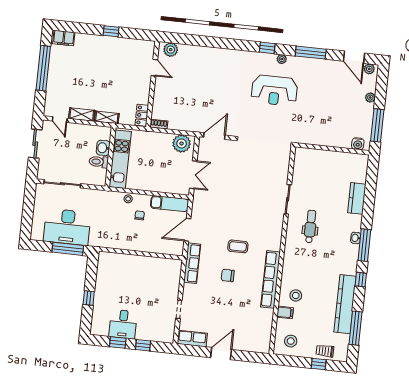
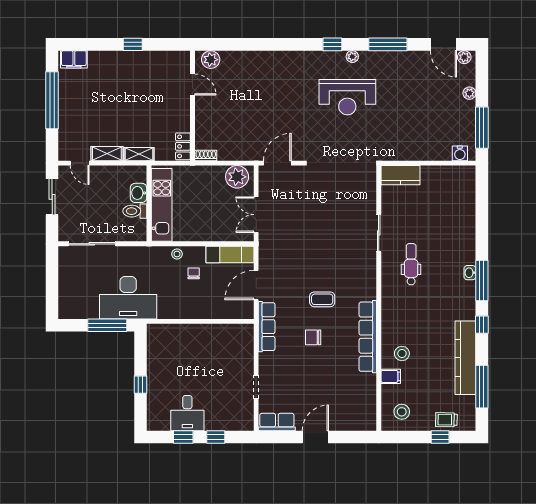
double door: (193, 175) -> (256, 215), swing flipped
kitchen counter: (357, 198) -> (400, 175), moved, turned -90
desk: (67, 227) -> (128, 298), moved

